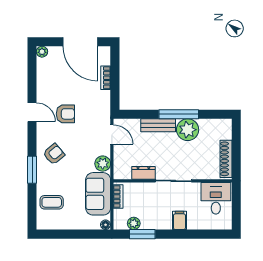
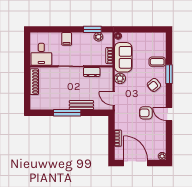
plant: (188, 130) -> (61, 102), removed
coffee table: (52, 202) -> (157, 62), moved

